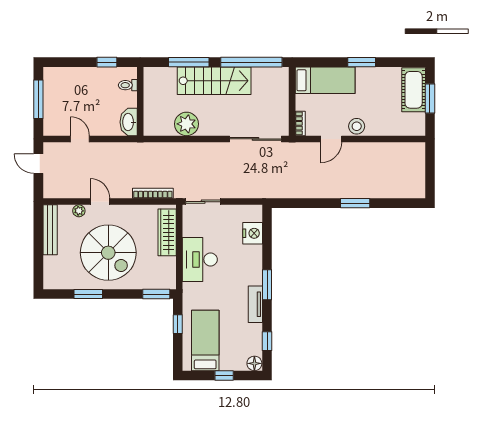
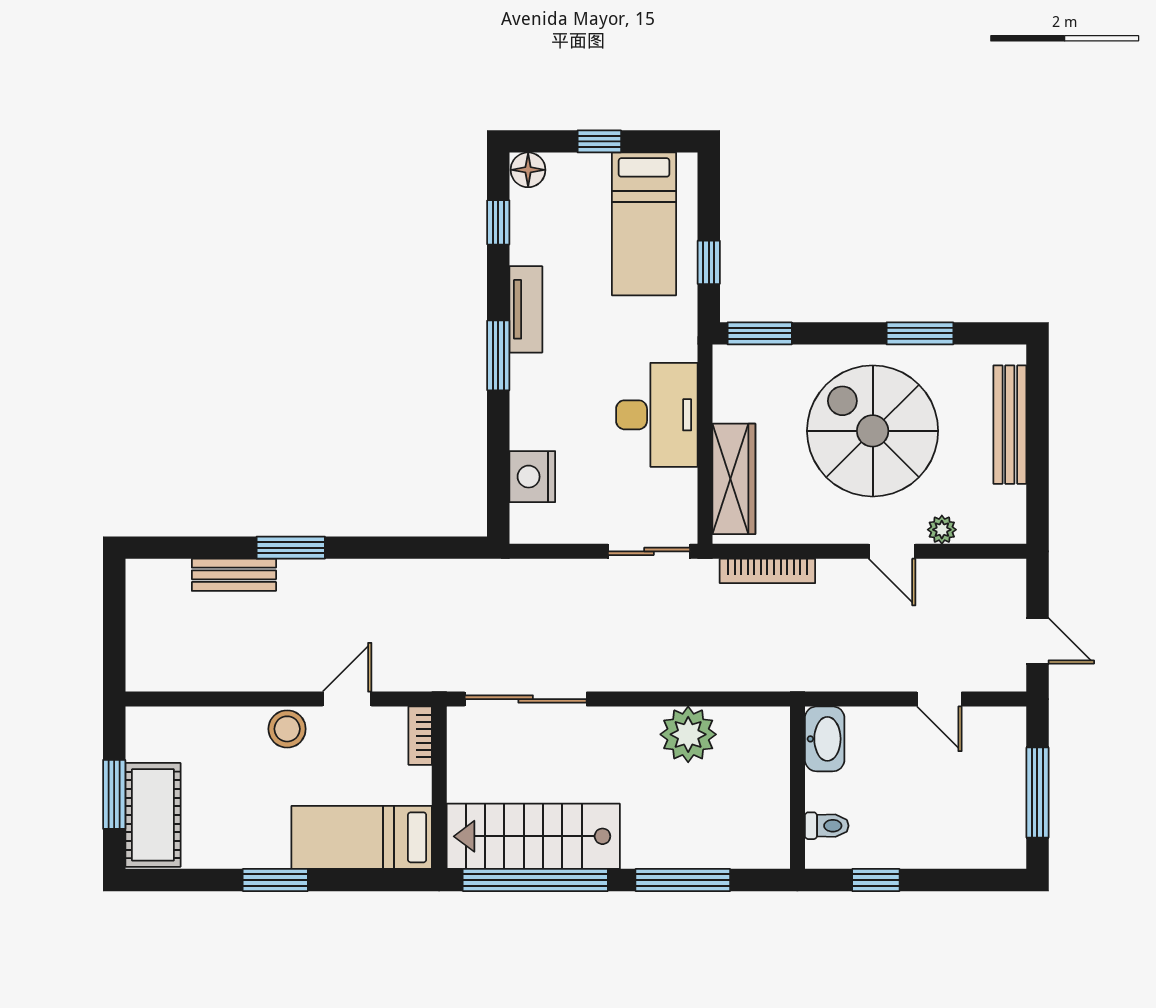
stairs: (214, 81) -> (533, 836), moved
bench: (379, 192) -> (234, 575), added
bench: (50, 230) -> (1010, 425), moved

